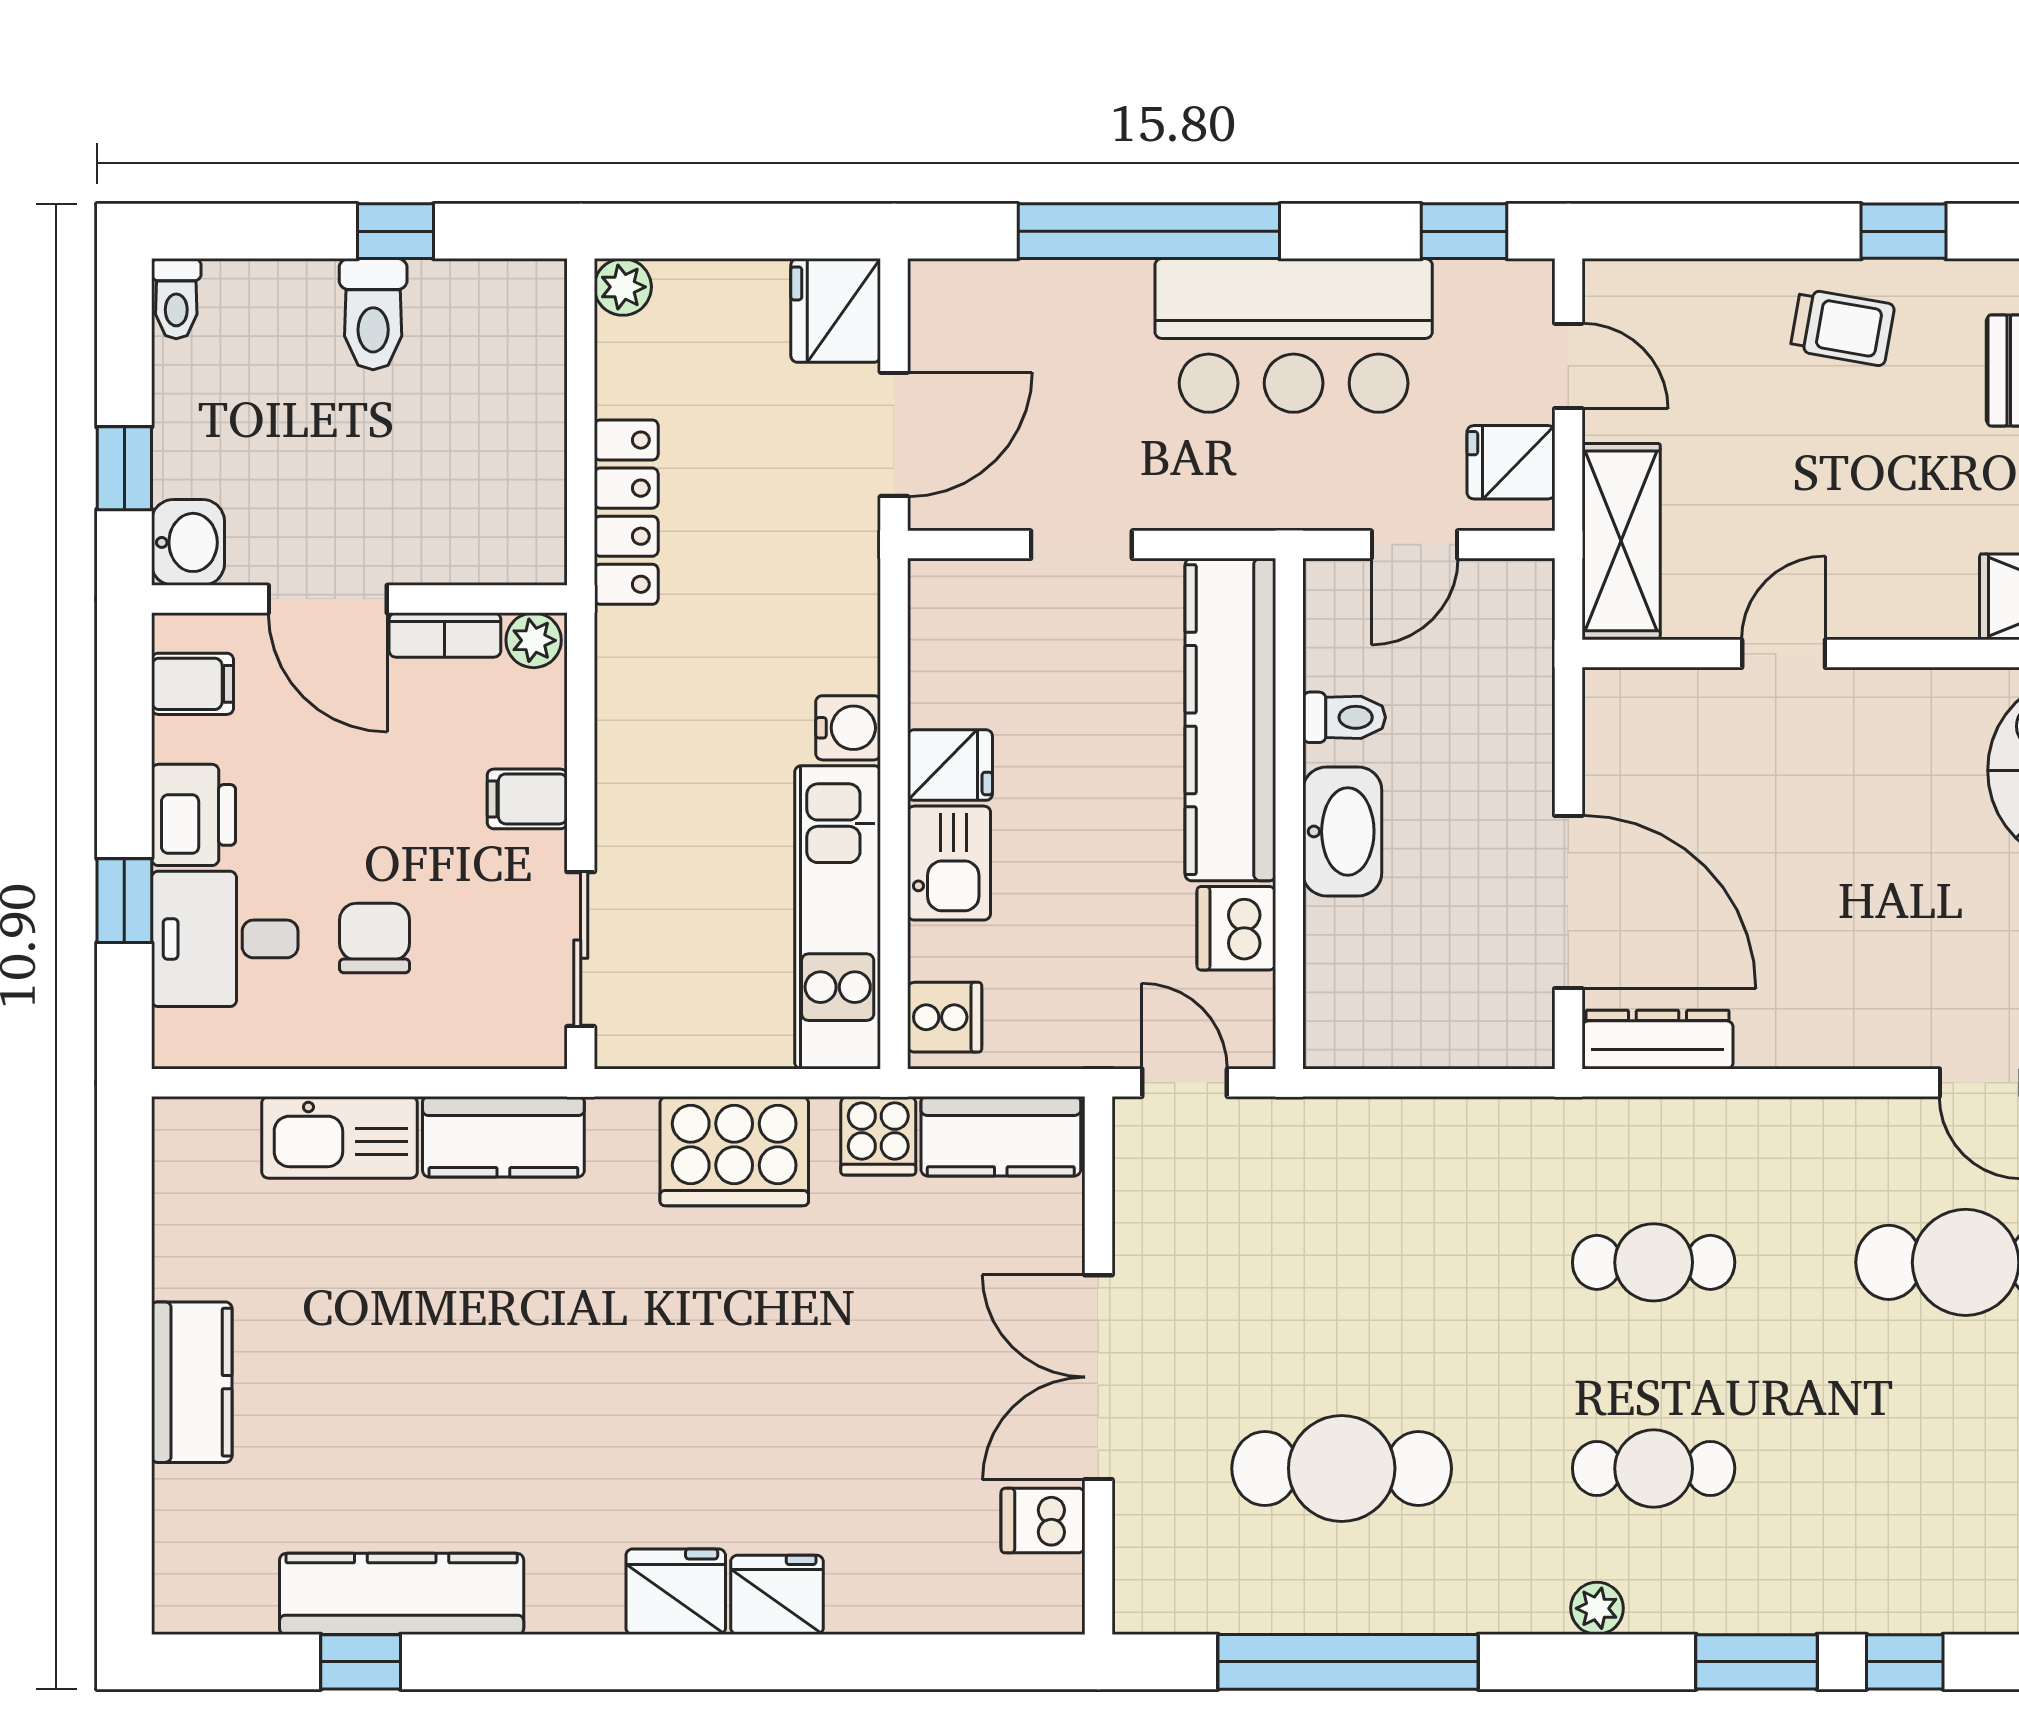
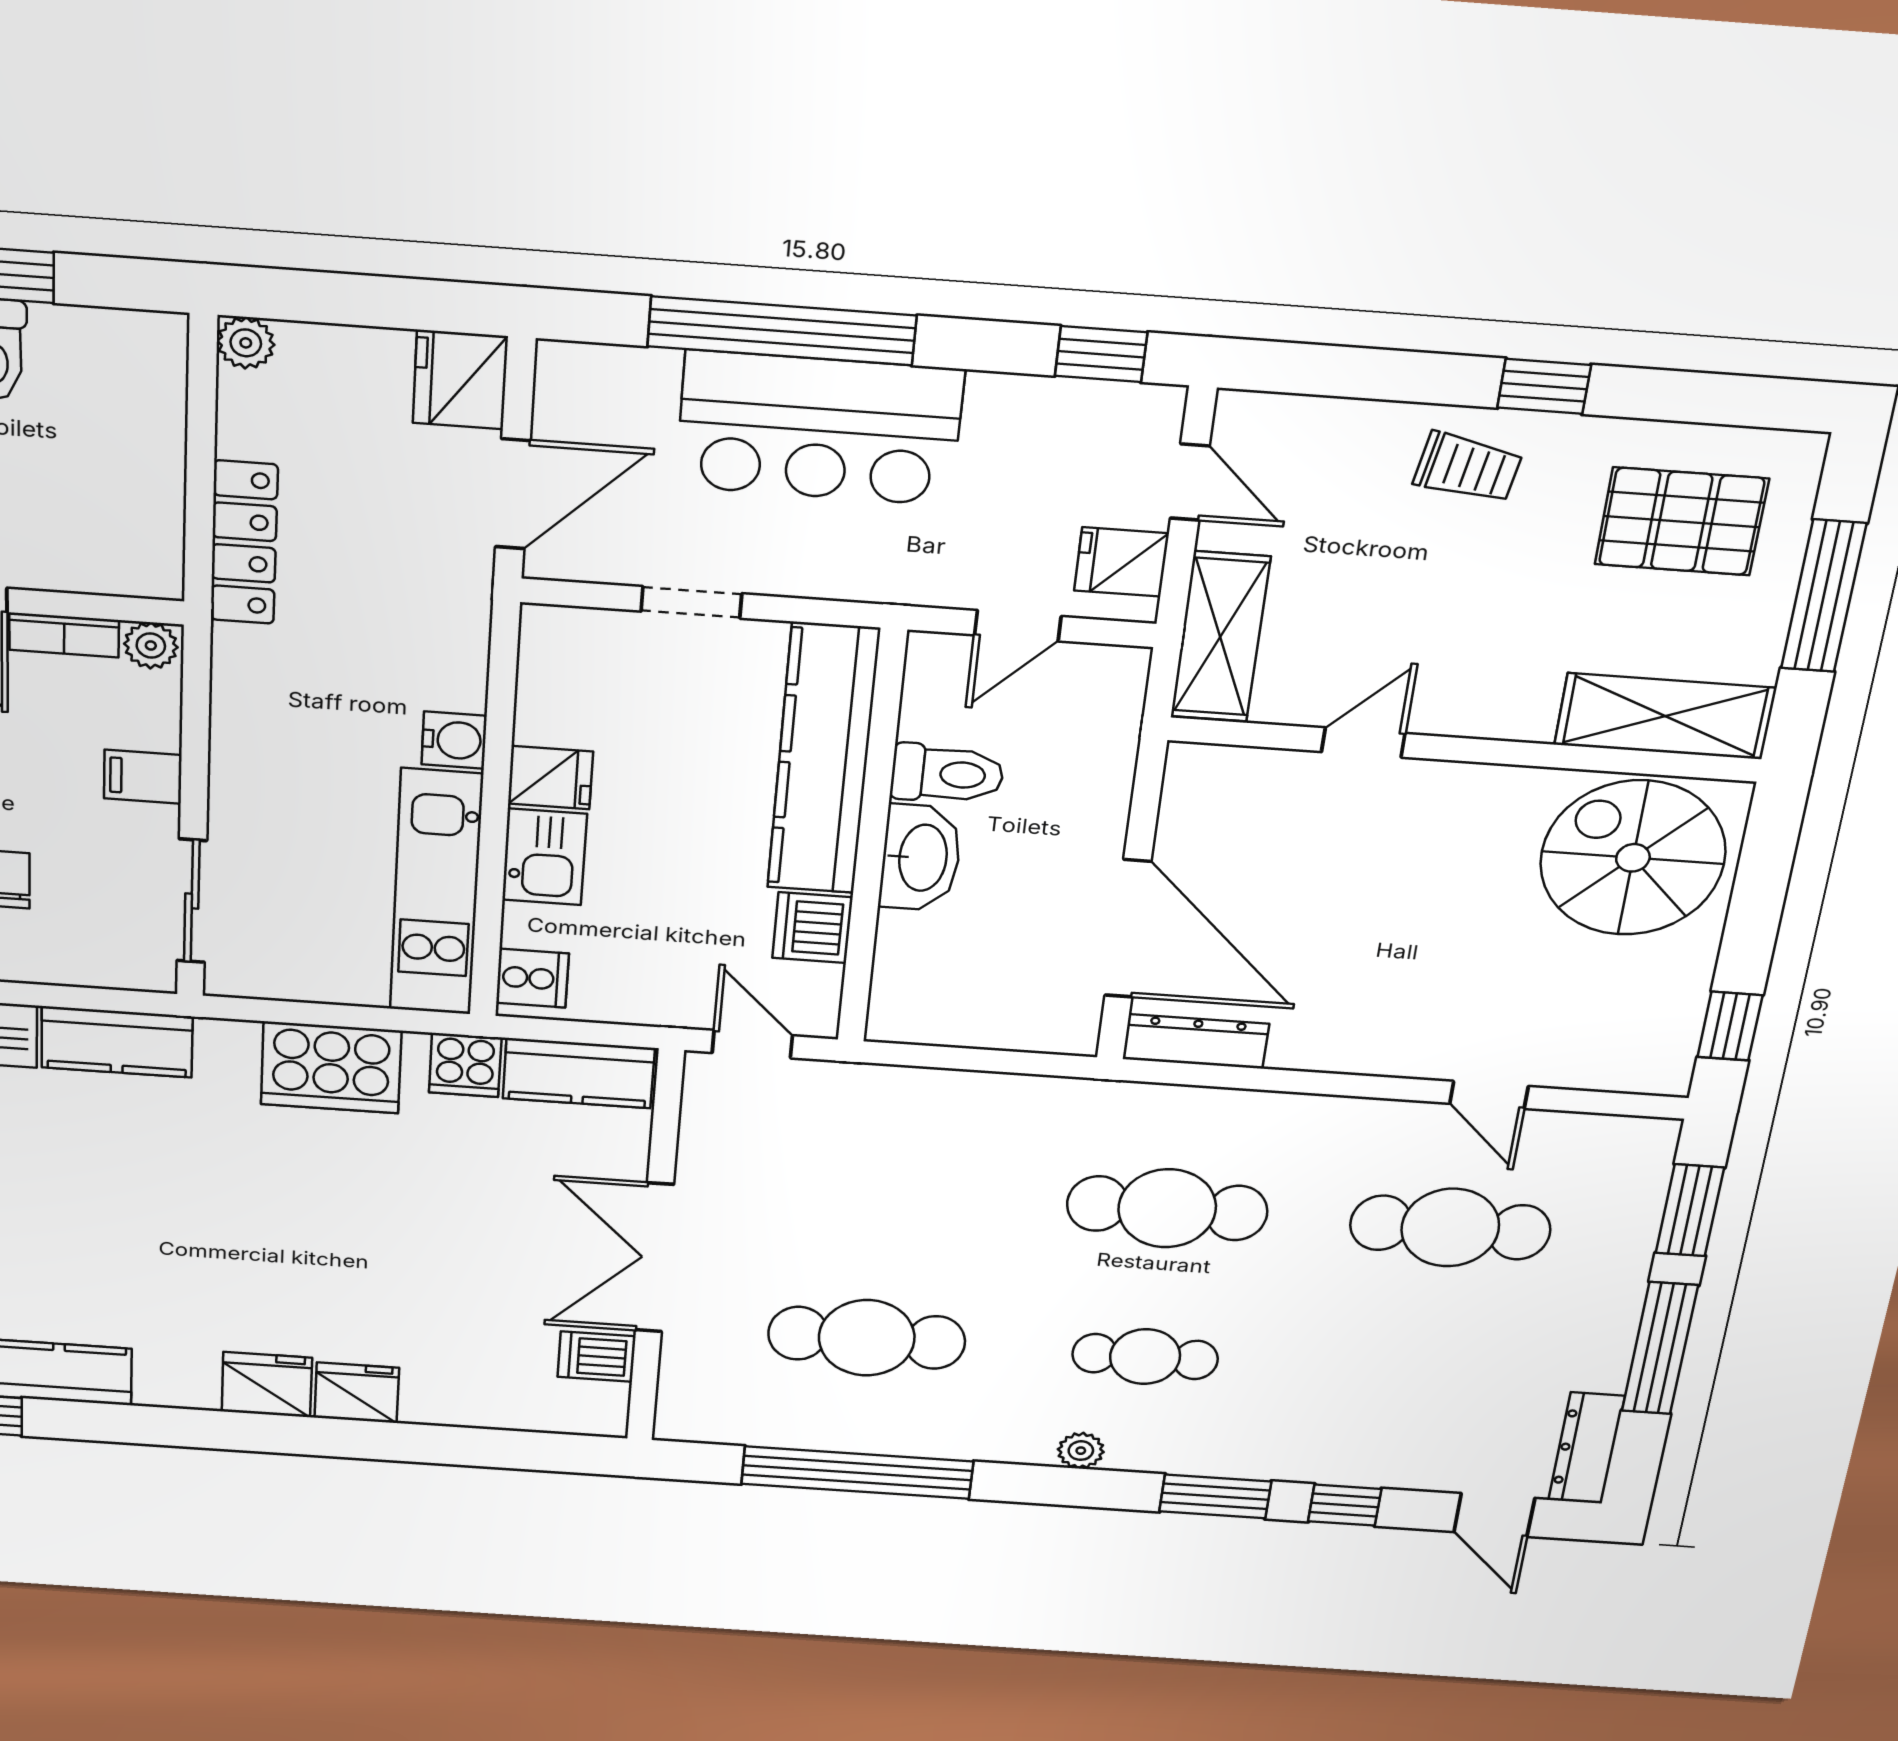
bar counter: (1294, 335) -> (819, 428), moved
toilet: (1344, 717) -> (947, 774), width x1.37, depth x1.39
cafe table: (1654, 1262) -> (1167, 1208), width x1.37, depth x1.35

